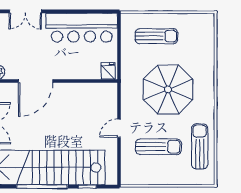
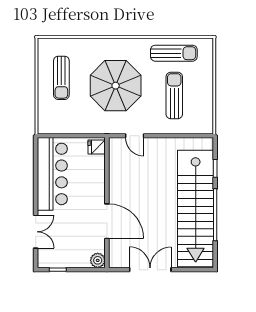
sun lounger: (156, 36) -> (61, 78), moved, turned 180
door: (119, 128) -> (135, 136), moved
sun lounger: (200, 146) -> (174, 53), turned 180

